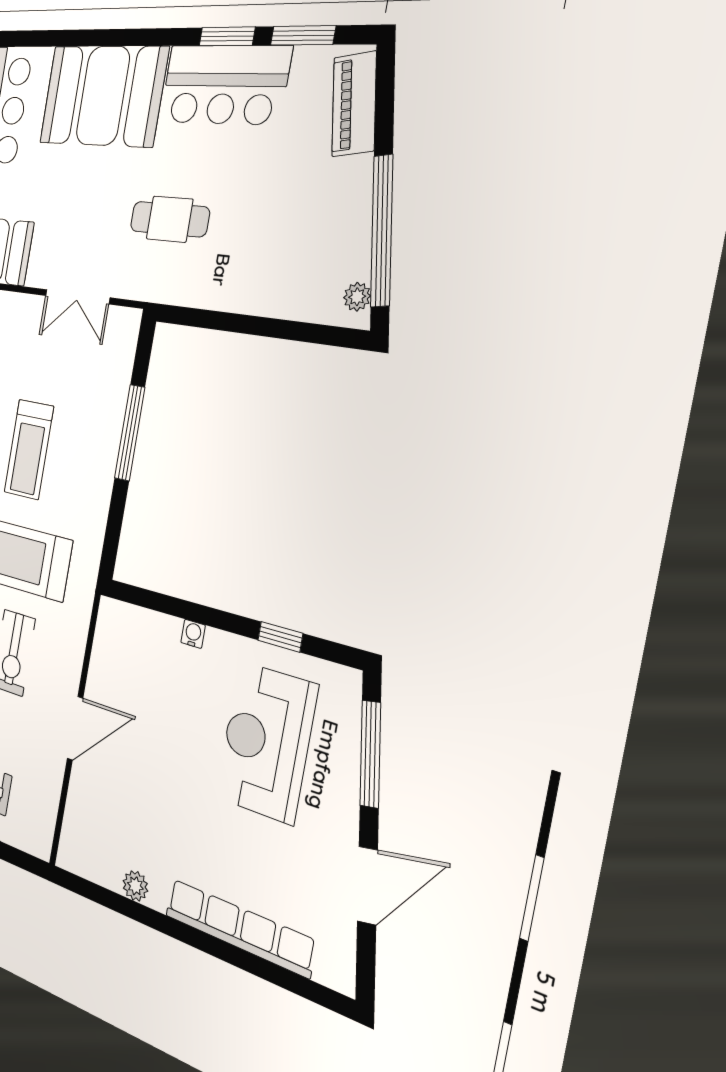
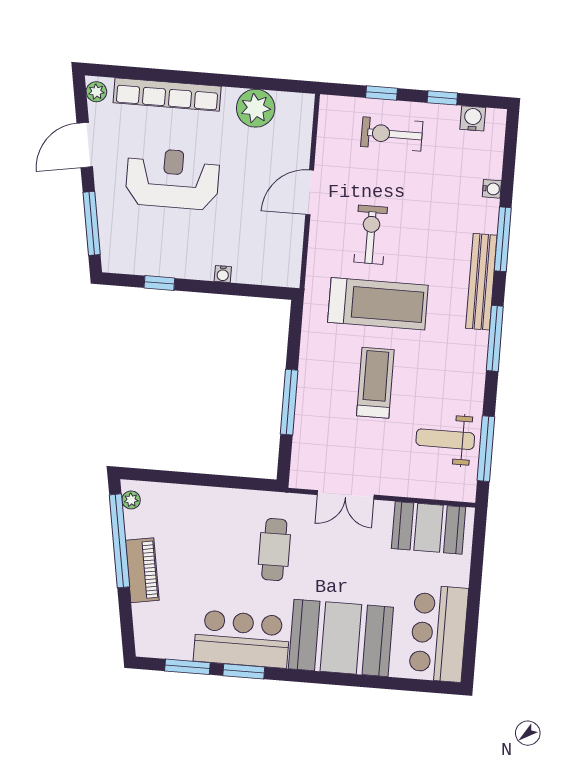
piano: (354, 104) -> (142, 570), moved
cafe table: (170, 219) -> (274, 550), turned 90
double door: (77, 297) -> (346, 495), swing flipped
reception desk: (266, 742) -> (172, 179), moved, turned -90
plant: (135, 886) -> (256, 108), width x1.88, depth x1.88
plant: (341, 967) -> (96, 92), added

